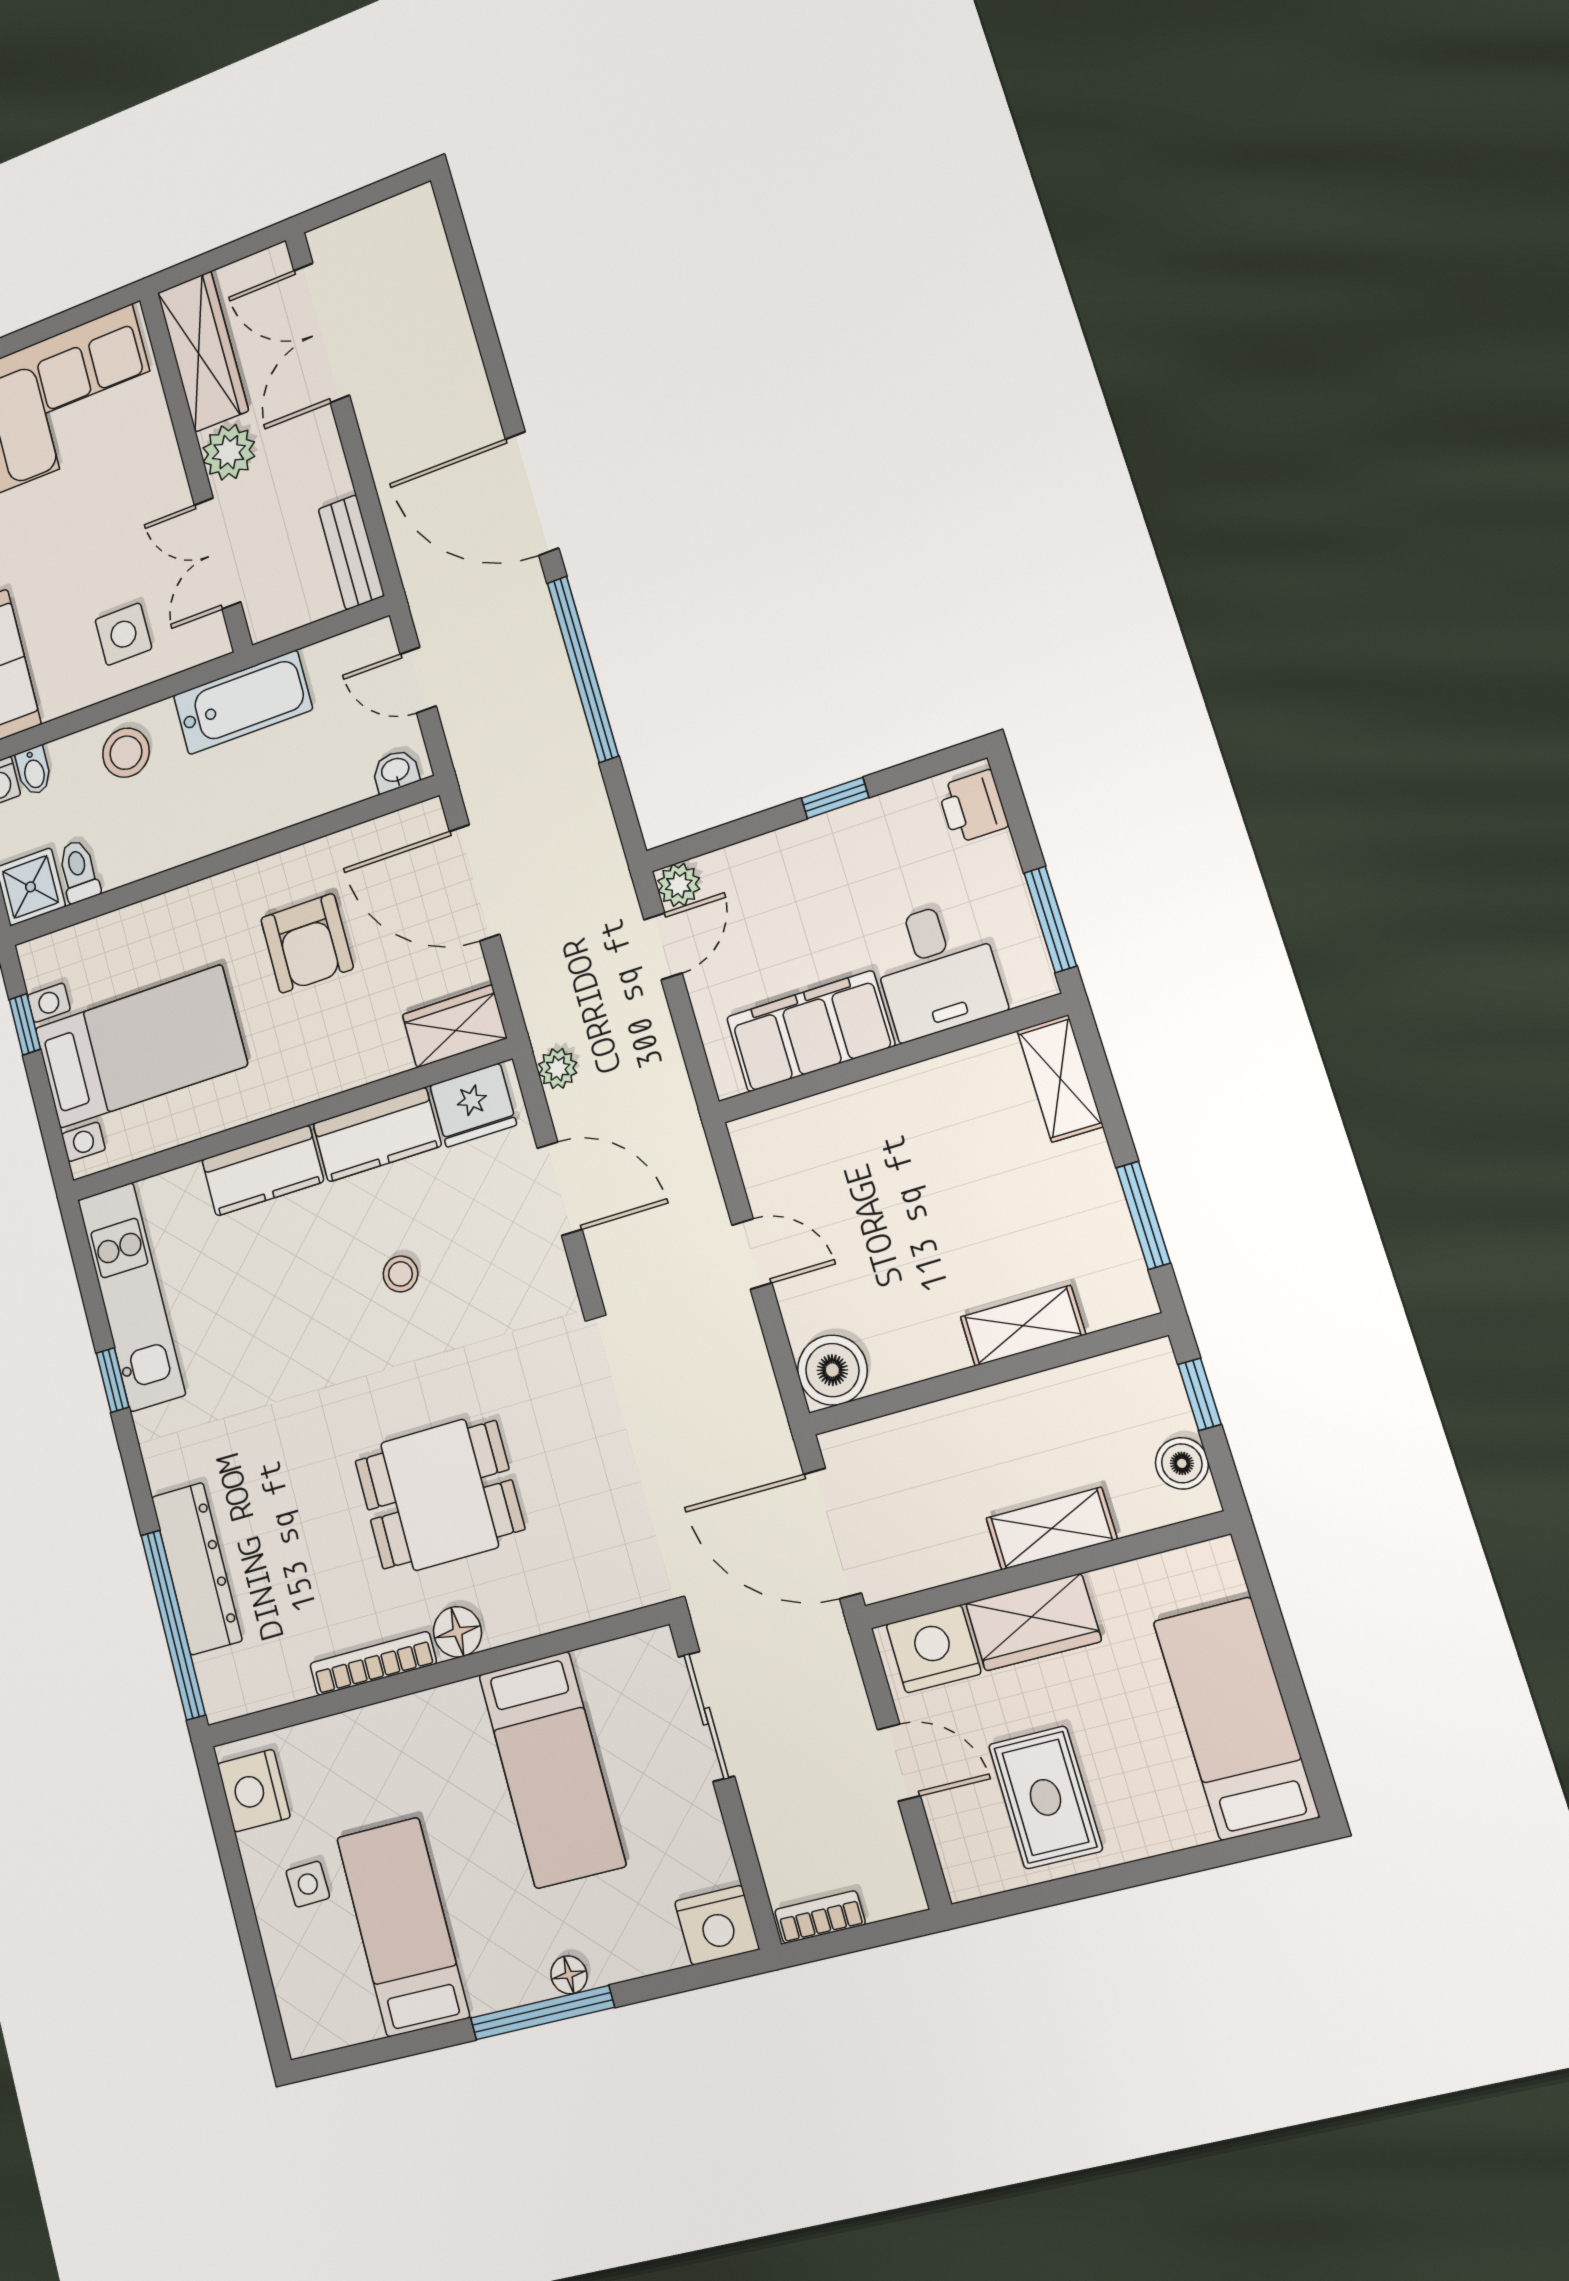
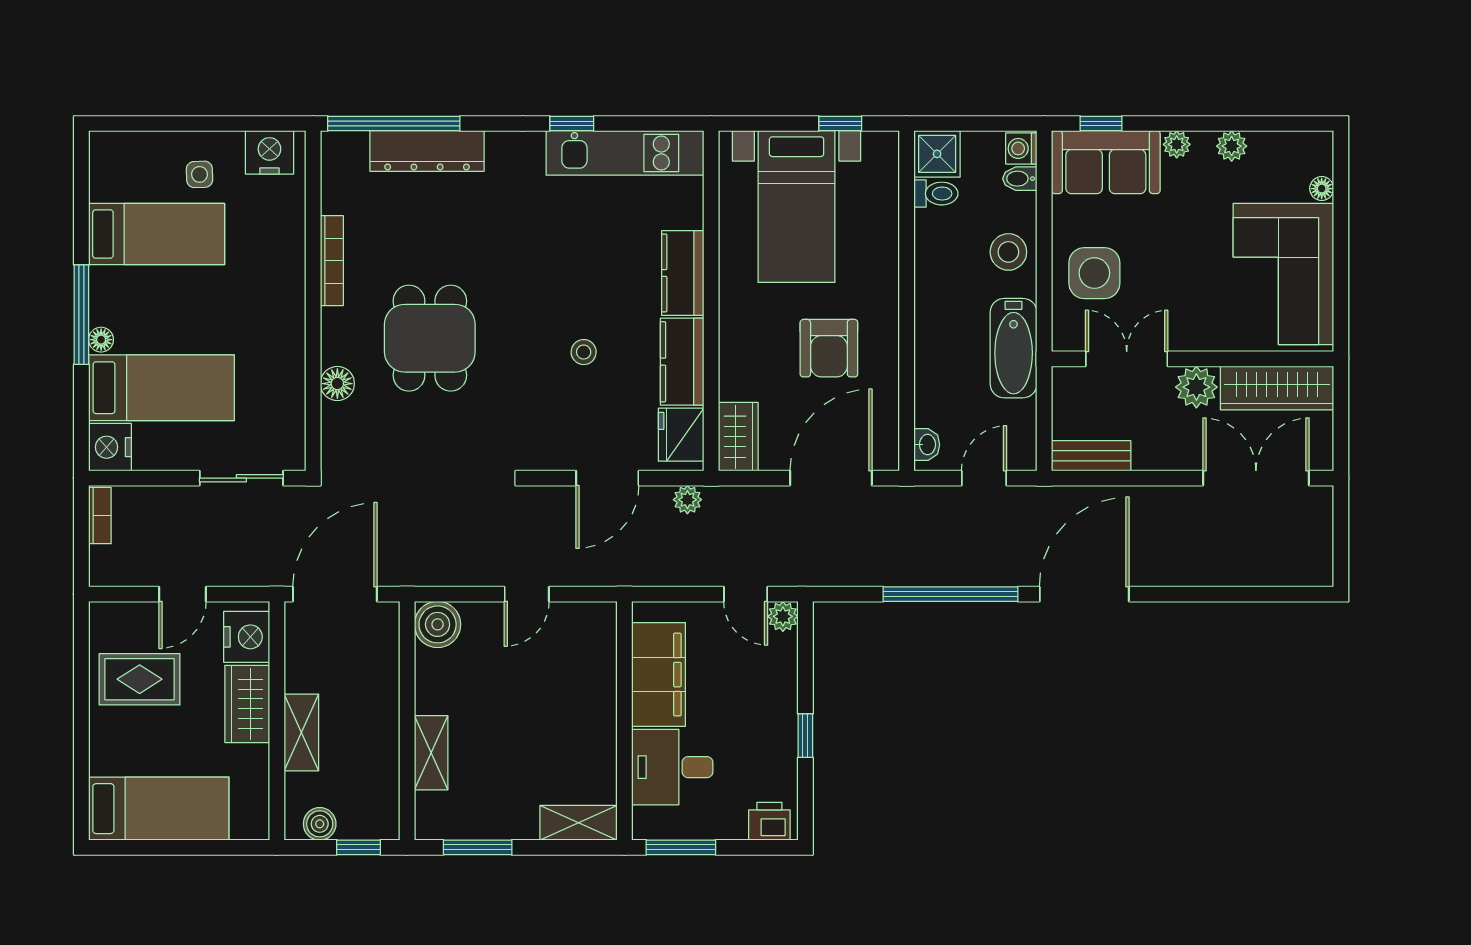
side table: (123, 634) -> (1094, 273), width x1.37, depth x1.37
armchair: (307, 943) -> (829, 348), turned -90
floor lamp: (457, 1632) -> (337, 384), moved
bed: (552, 1770) -> (162, 388), moved, turned 180

